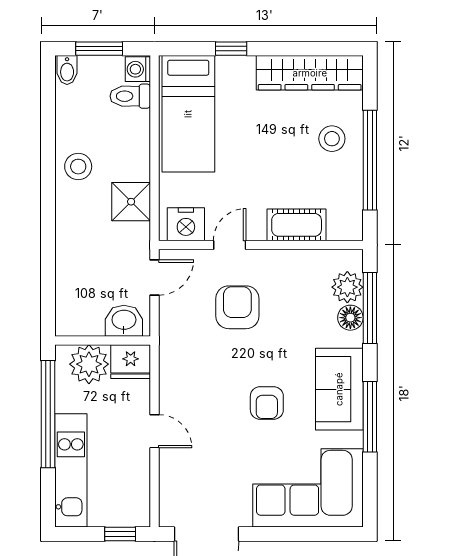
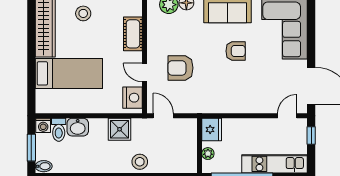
window: (231, 49) -> (31, 72), removed
bed: (188, 114) -> (69, 73), moved
stool: (78, 167) -> (140, 162), moved
washbasin: (124, 321) -> (78, 127), moved, turned -90
plant: (89, 364) -> (208, 154), width x0.53, depth x0.53
door: (154, 431) -> (287, 116), moved

